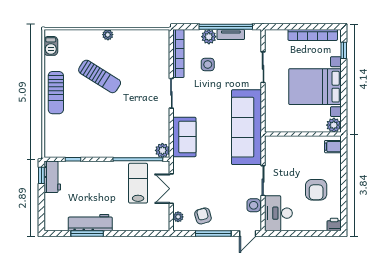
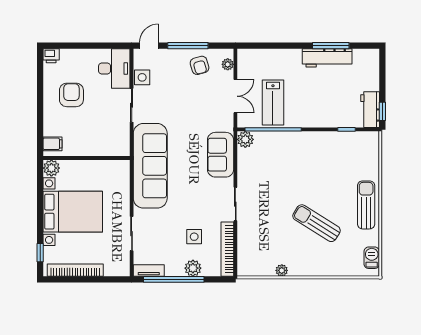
plant: (108, 35) -> (282, 270), moved
tv unit: (231, 35) -> (149, 271), moved

